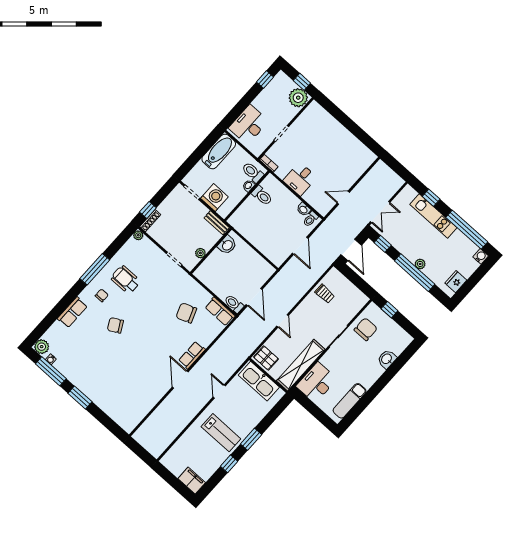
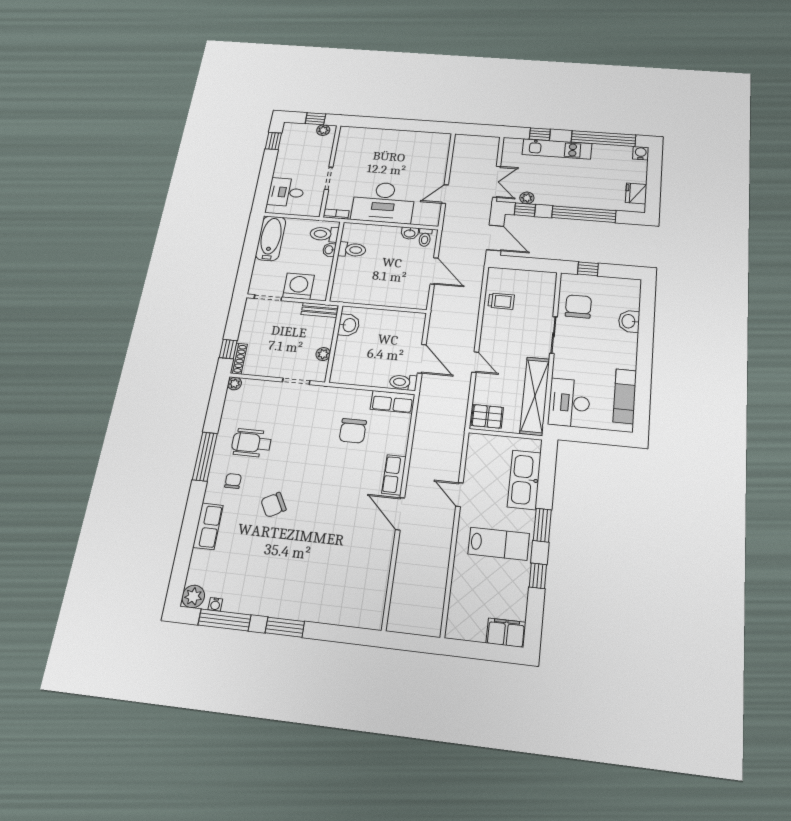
plant: (298, 98) -> (323, 130), width x0.53, depth x0.53
desk: (249, 125) -> (286, 192), width x0.73
desk: (300, 179) -> (383, 202), width x1.87, depth x1.30
plant: (420, 264) -> (527, 198), moved
chair: (186, 313) -> (353, 431), turned -69
kitchen sink: (259, 381) -> (524, 480), moved, turned 90

